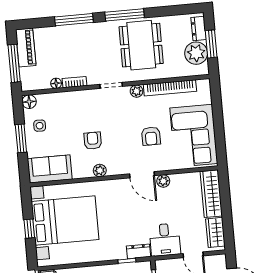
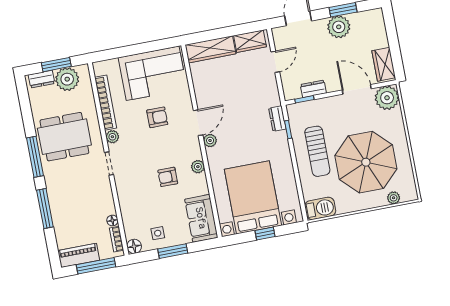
bookcase: (74, 82) -> (117, 239), moved
plant: (163, 181) -> (210, 141), moved
desk: (165, 240) -> (263, 93), removed

